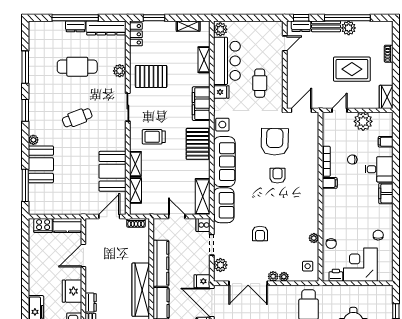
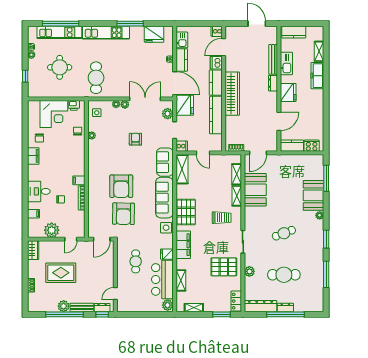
armchair: (277, 176) -> (121, 186), width x1.88, depth x1.88
filing cabinet: (386, 193) -> (33, 156), moved
fridge: (202, 281) -> (185, 105), width x1.88, depth x1.34

